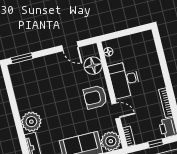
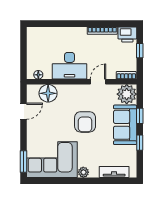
corner sofa: (30, 85) -> (52, 160), added
armchair: (95, 97) -> (85, 122), moved
plant: (31, 122) -> (83, 172), width x0.53, depth x0.53

